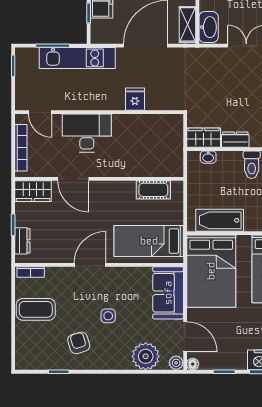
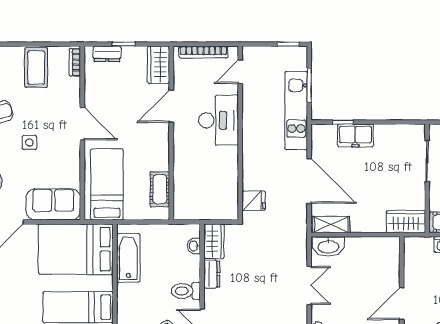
fridge: (135, 99) -> (254, 201), moved

